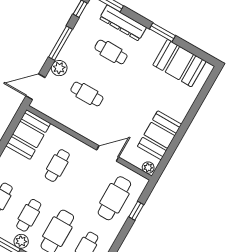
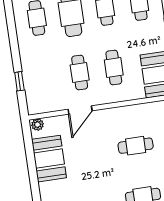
cafe table: (114, 198) -> (80, 72), moved, width x0.73, depth x0.74

